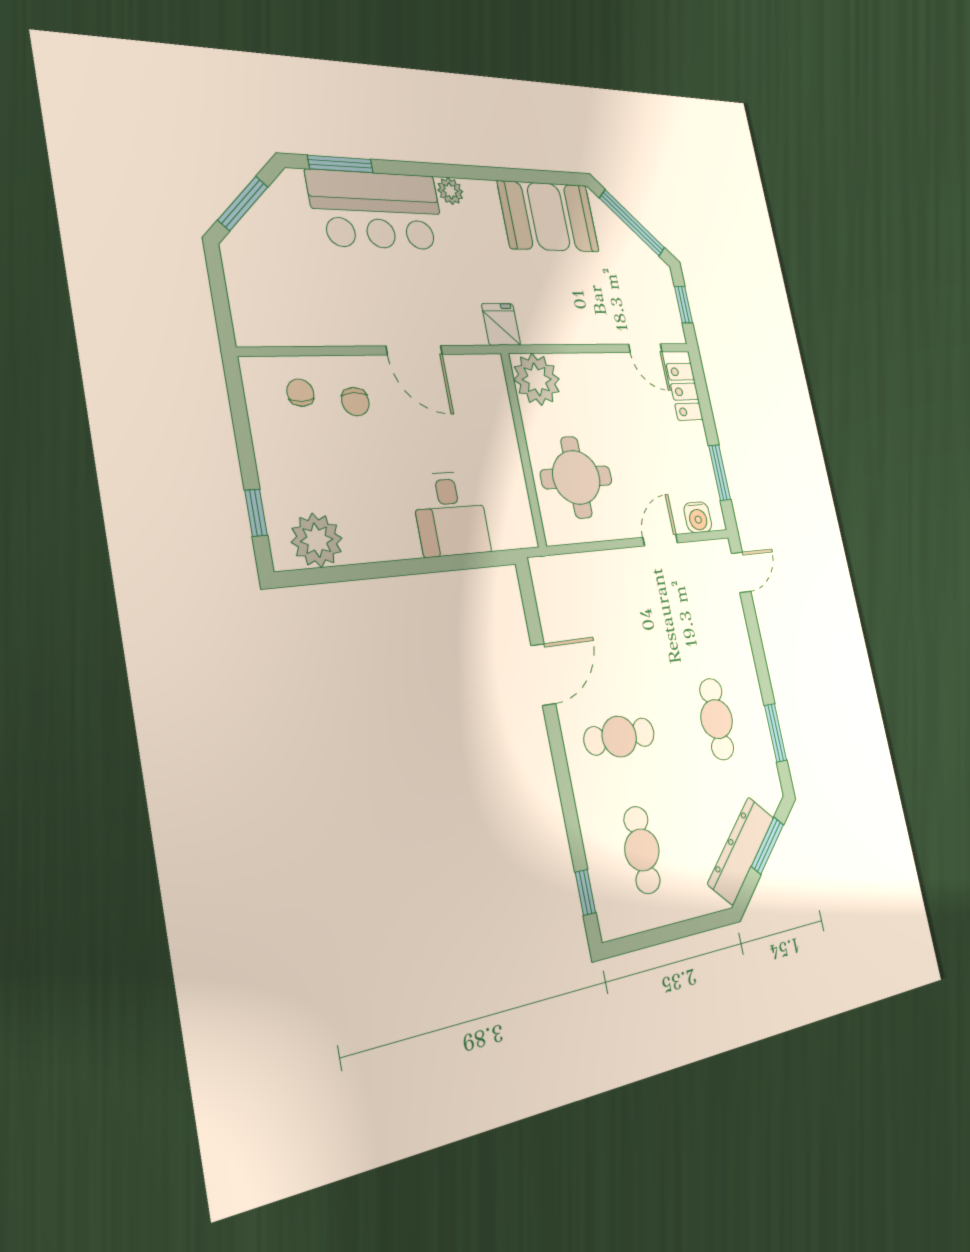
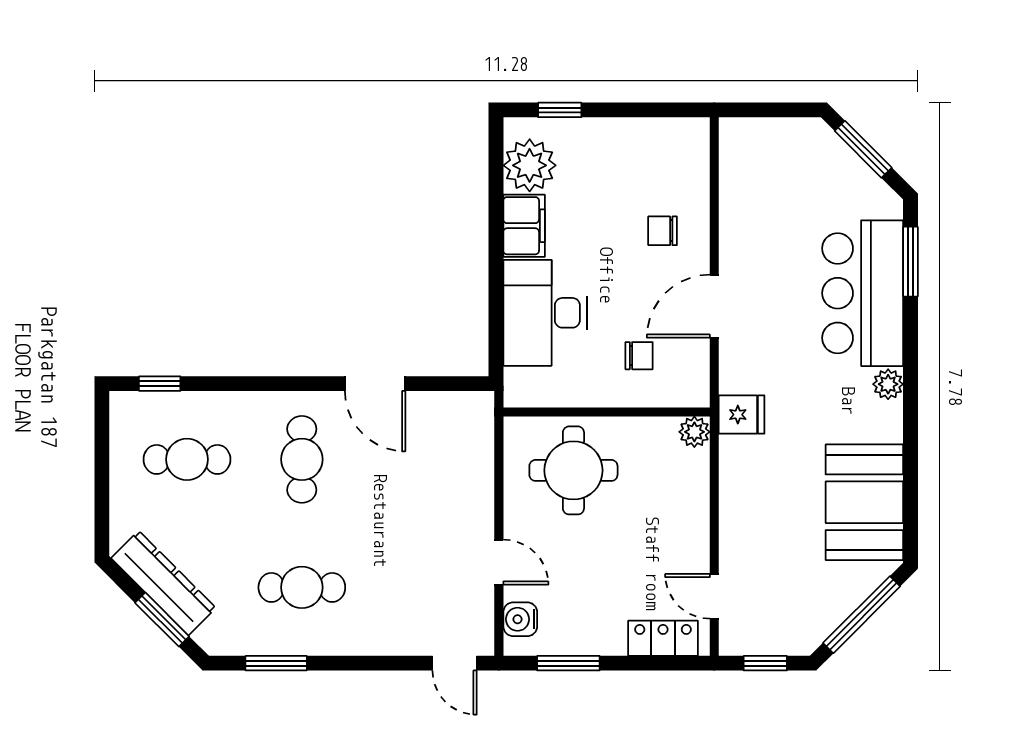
door: (645, 348) -> (714, 596), hinge flipped
plant: (537, 379) -> (694, 432), width x0.53, depth x0.53
chair: (300, 393) -> (639, 356), moved
desk: (451, 514) -> (545, 313), width x1.37
filing cabinet: (376, 541) -> (524, 226), added

